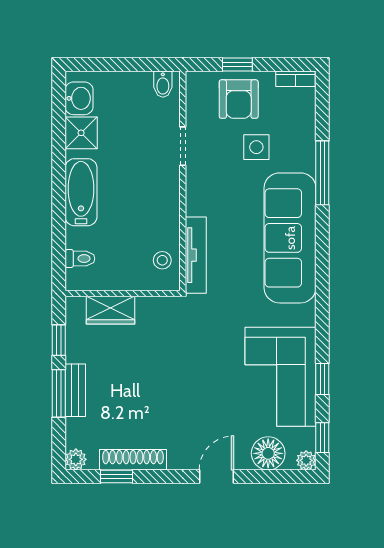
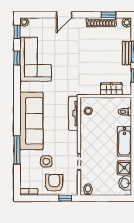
window: (237, 65) -> (65, 198), moved
floor lamp: (268, 453) -> (41, 25), removed

